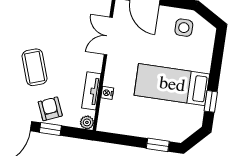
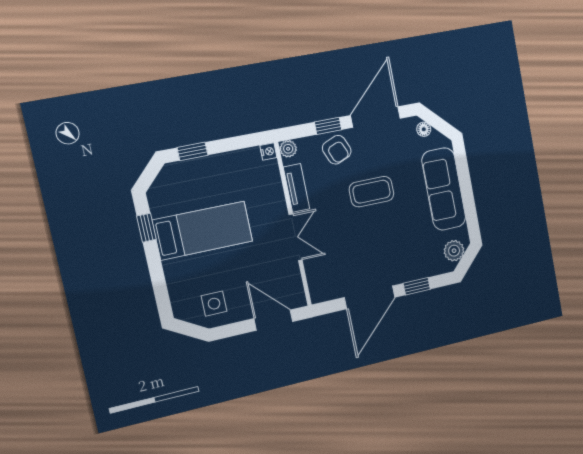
double door: (108, 36) -> (296, 237), moved
coffee table: (35, 67) -> (372, 192), turned -71
nightstand: (107, 93) -> (268, 152), moved

